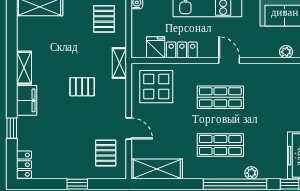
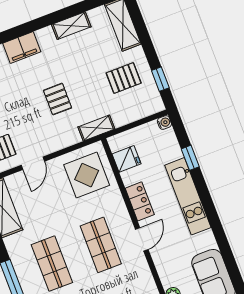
pallet: (104, 19) -> (124, 78), moved
locker: (182, 50) -> (140, 201), moved
shelving: (24, 68) -> (71, 26), moved

